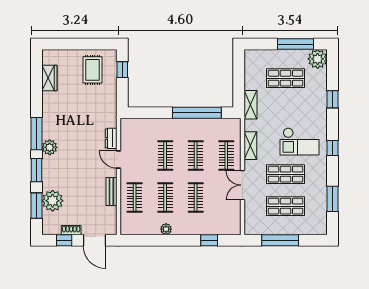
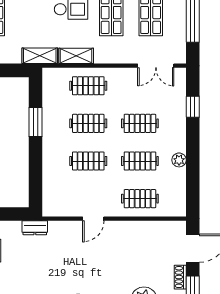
shelving: (250, 105) -> (40, 56), moved
window: (197, 113) -> (35, 122), width x0.47
dresser: (111, 138) -> (35, 228), moved
double door: (242, 185) -> (156, 66), moved
bench: (111, 192) -> (133, 227), removed

